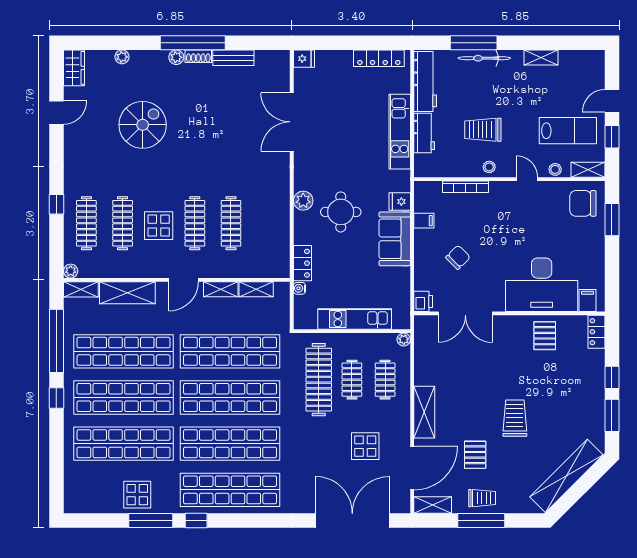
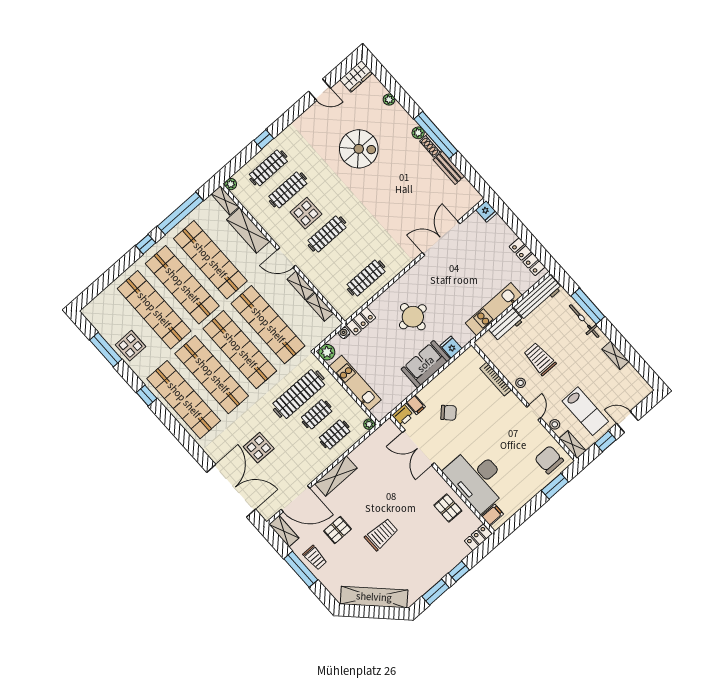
plant: (303, 201) -> (327, 352), moved
filing cabinet: (424, 221) -> (416, 405), moved
clothes rail: (231, 223) -> (366, 278), moved
pallet: (545, 336) -> (448, 508), turned 90
display table: (365, 446) -> (259, 448), moved
window: (151, 520) -> (106, 350), moved

